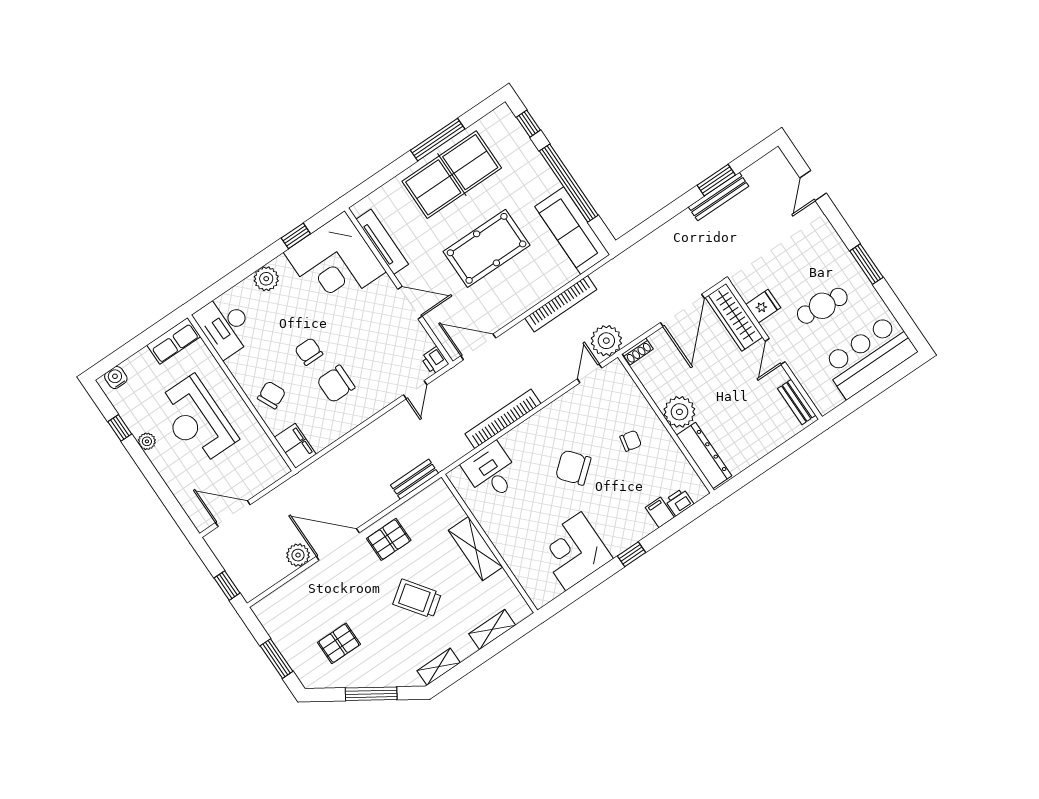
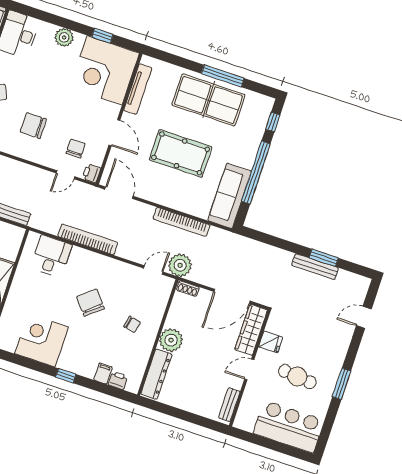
chair: (309, 352) -> (76, 148), moved

